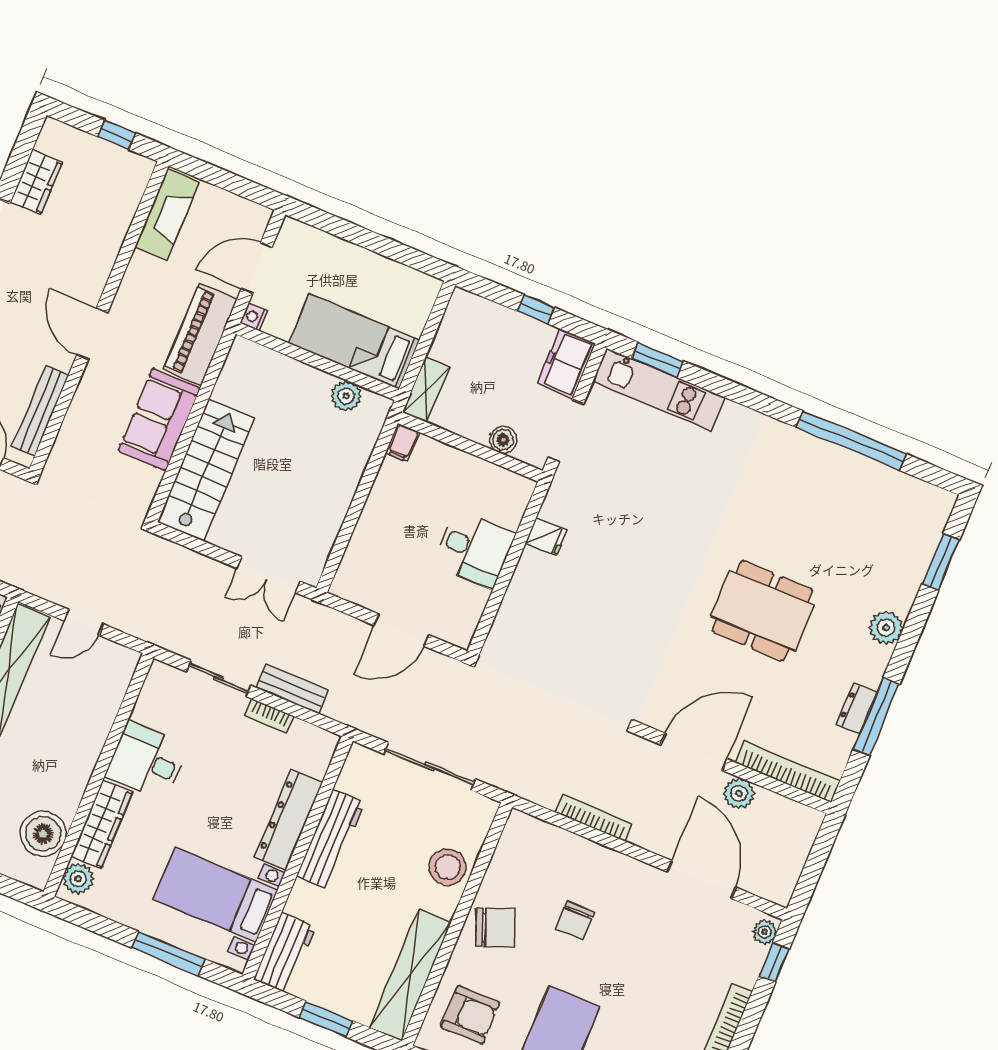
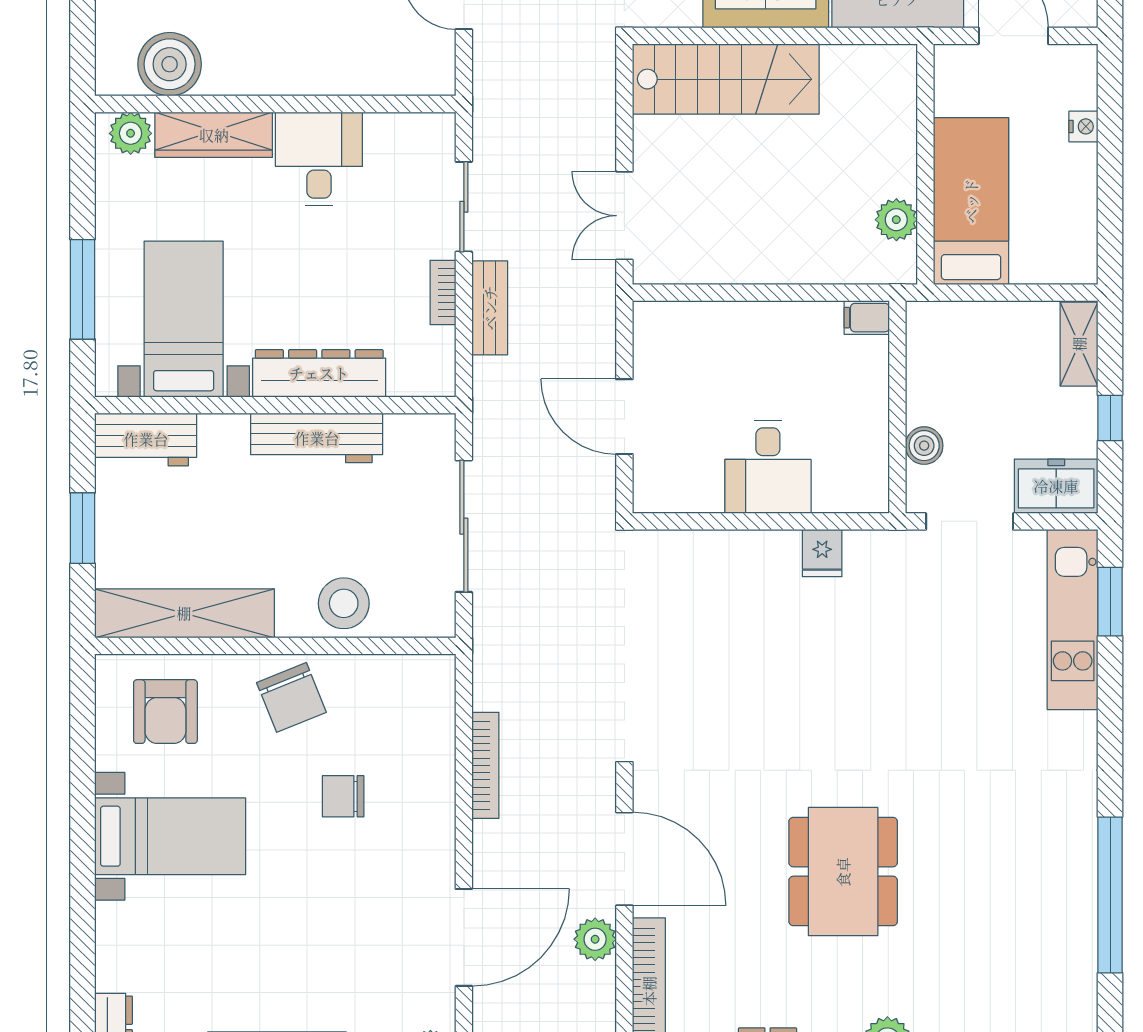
nightstand: (254, 317) -> (1083, 126), moved, turned 90
shelving: (426, 390) -> (1079, 344), moved, turned 90

